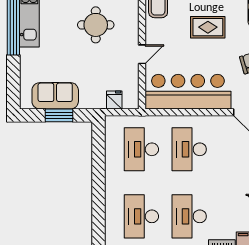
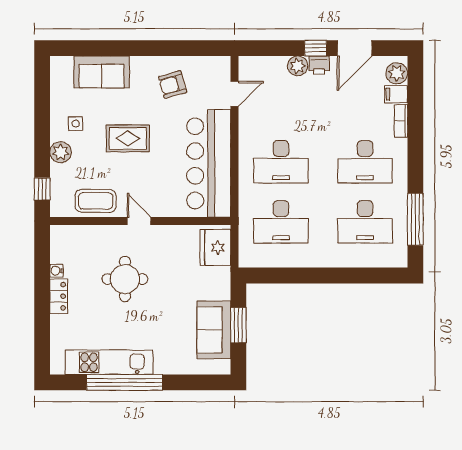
rug: (208, 27) -> (128, 138), turned 90
door: (142, 54) -> (139, 221), moved
fridge: (114, 100) -> (215, 247), width x1.88, depth x1.34

